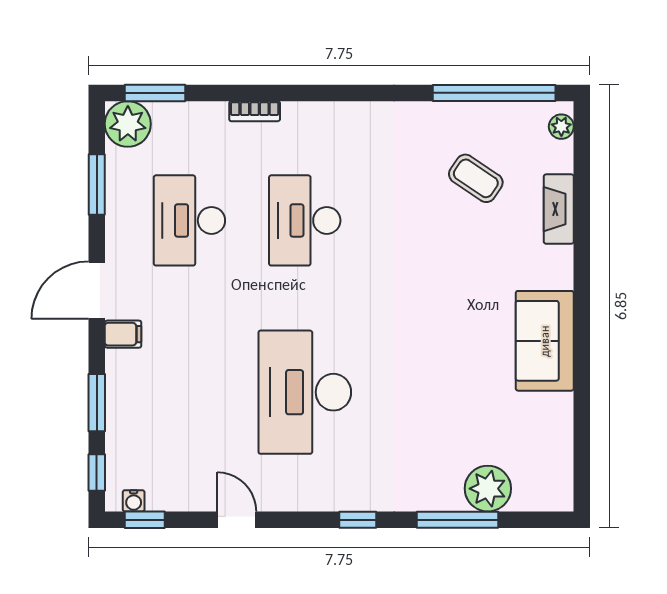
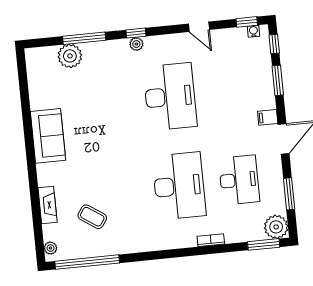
desk: (305, 220) -> (179, 186), width x1.36, depth x1.30
plant: (359, 499) -> (136, 44), added

